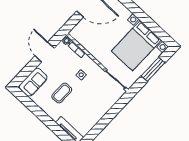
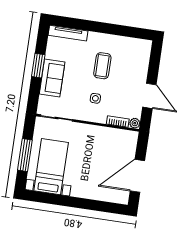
bed with nightstands: (136, 46) -> (51, 167), width x0.73
sofa: (33, 82) -> (52, 78), moved, turned 180
window: (104, 122) -> (38, 66), added

